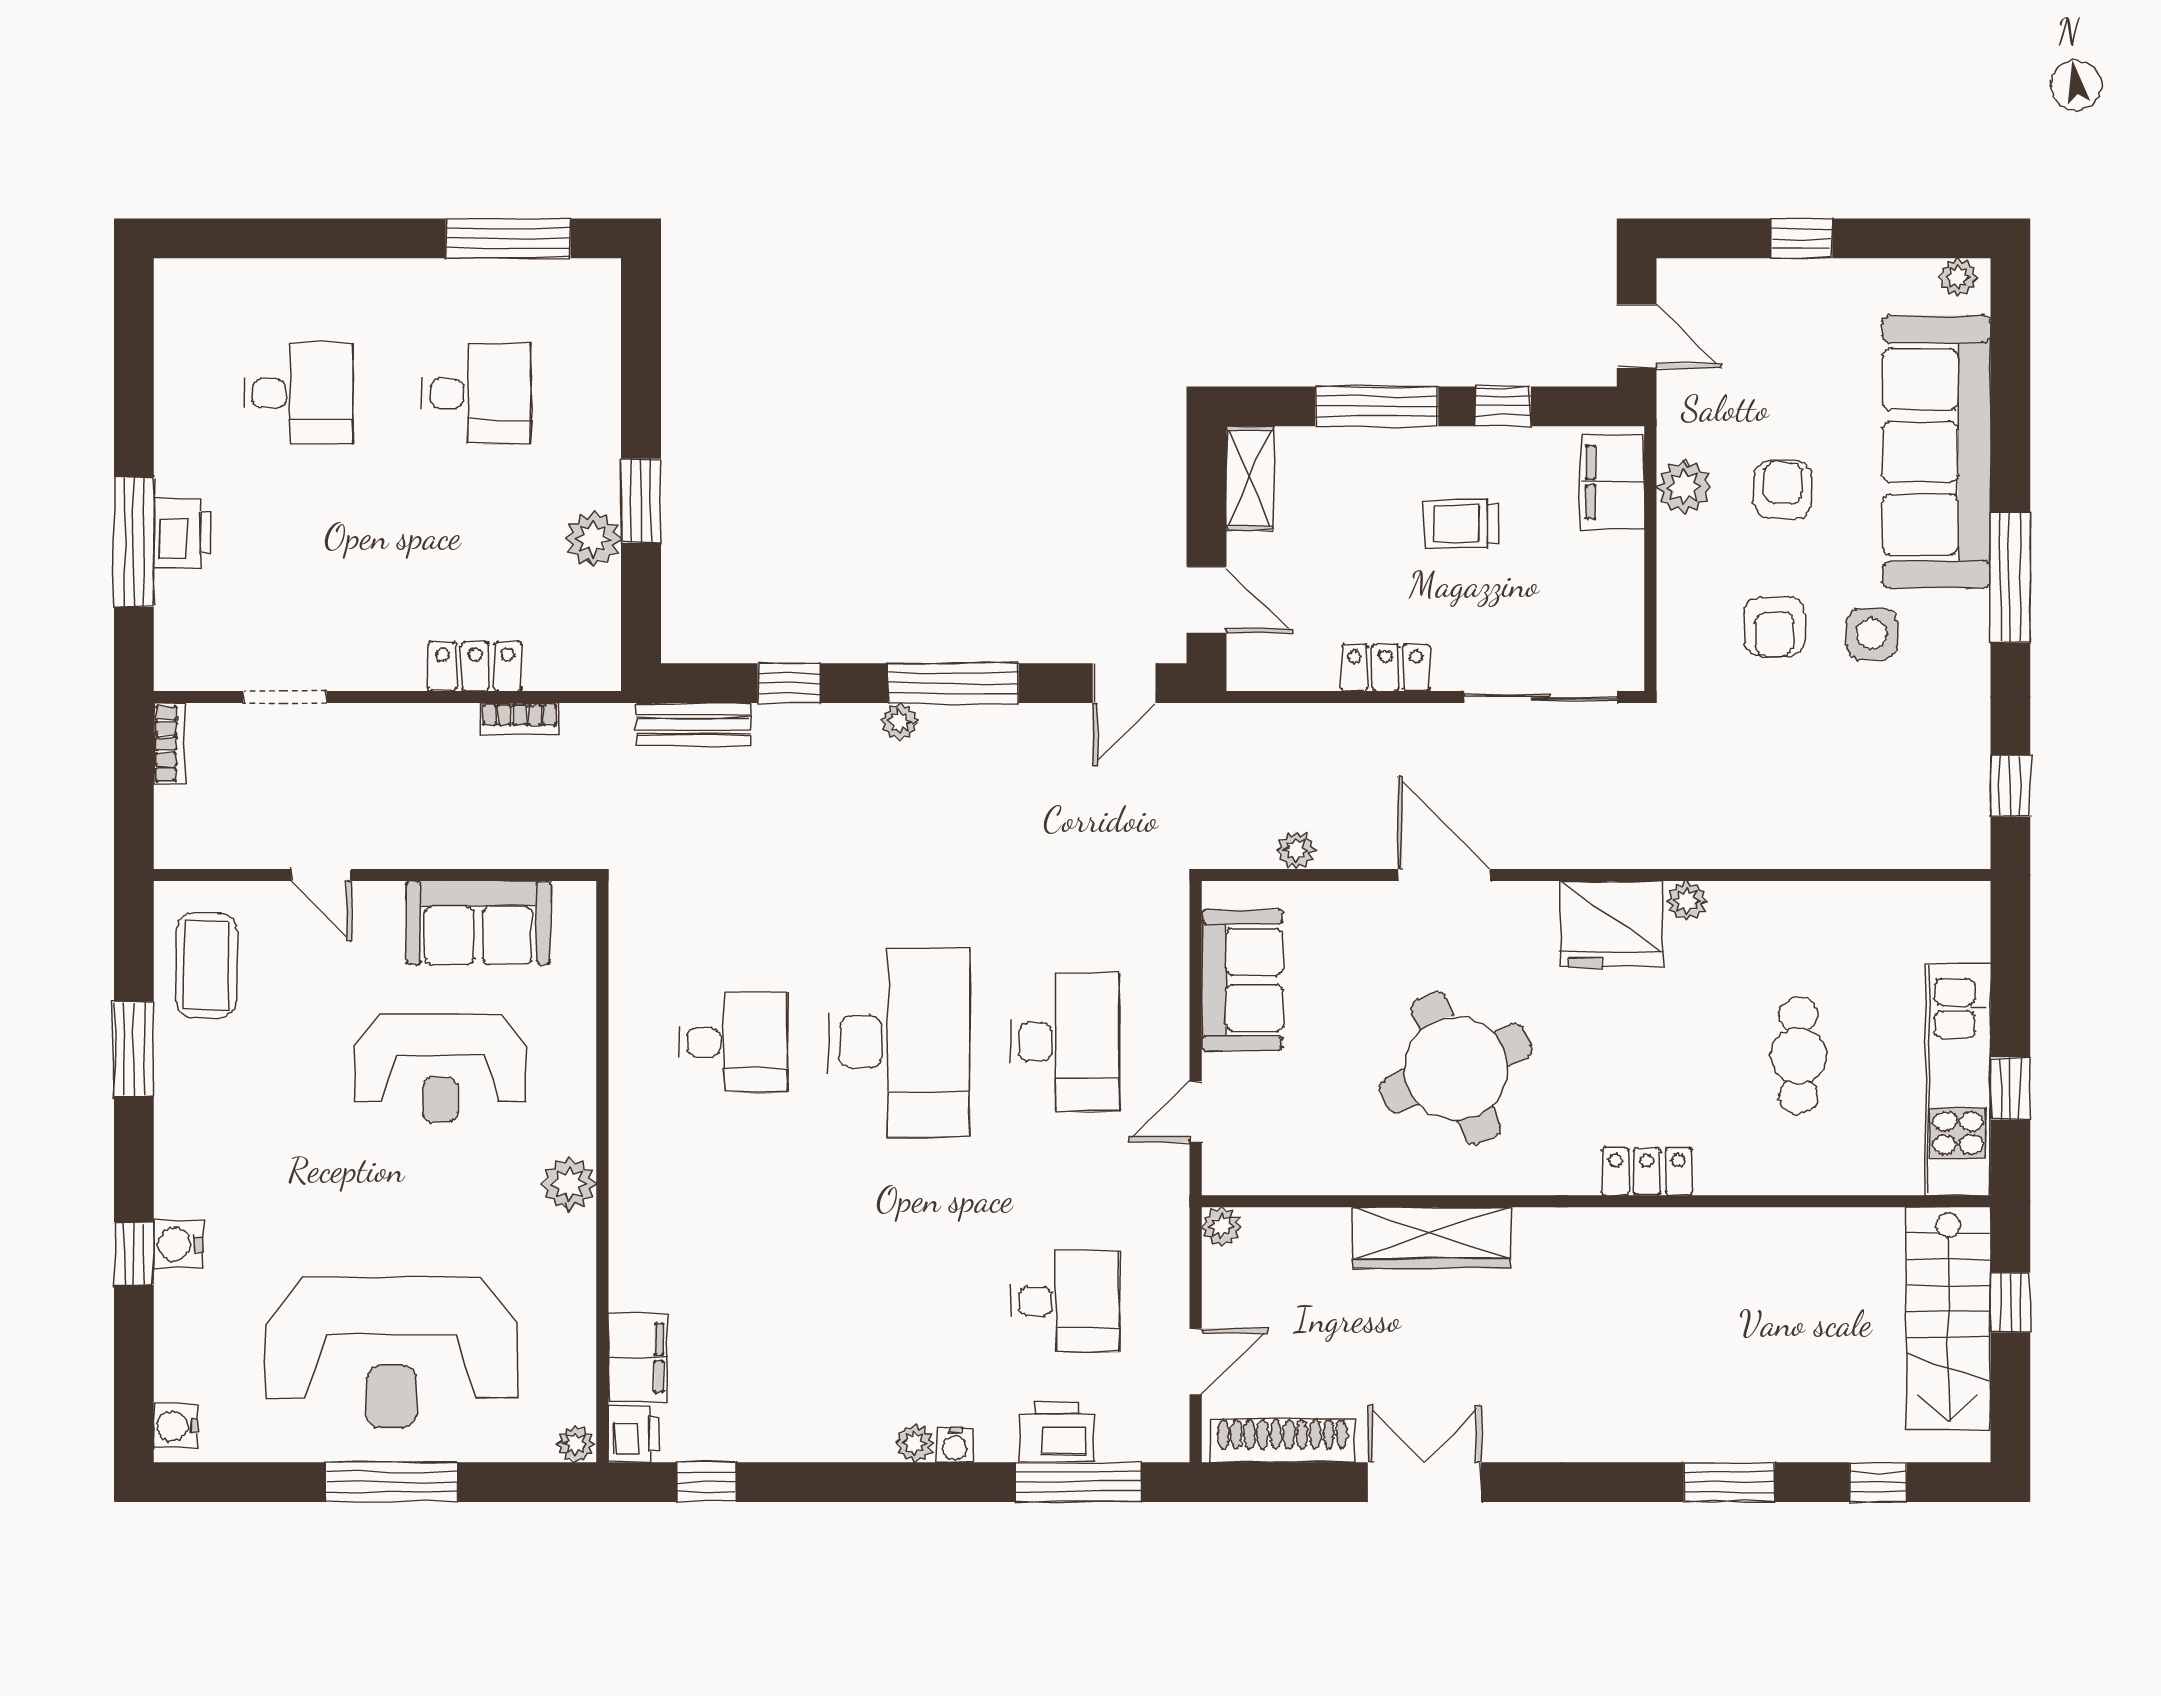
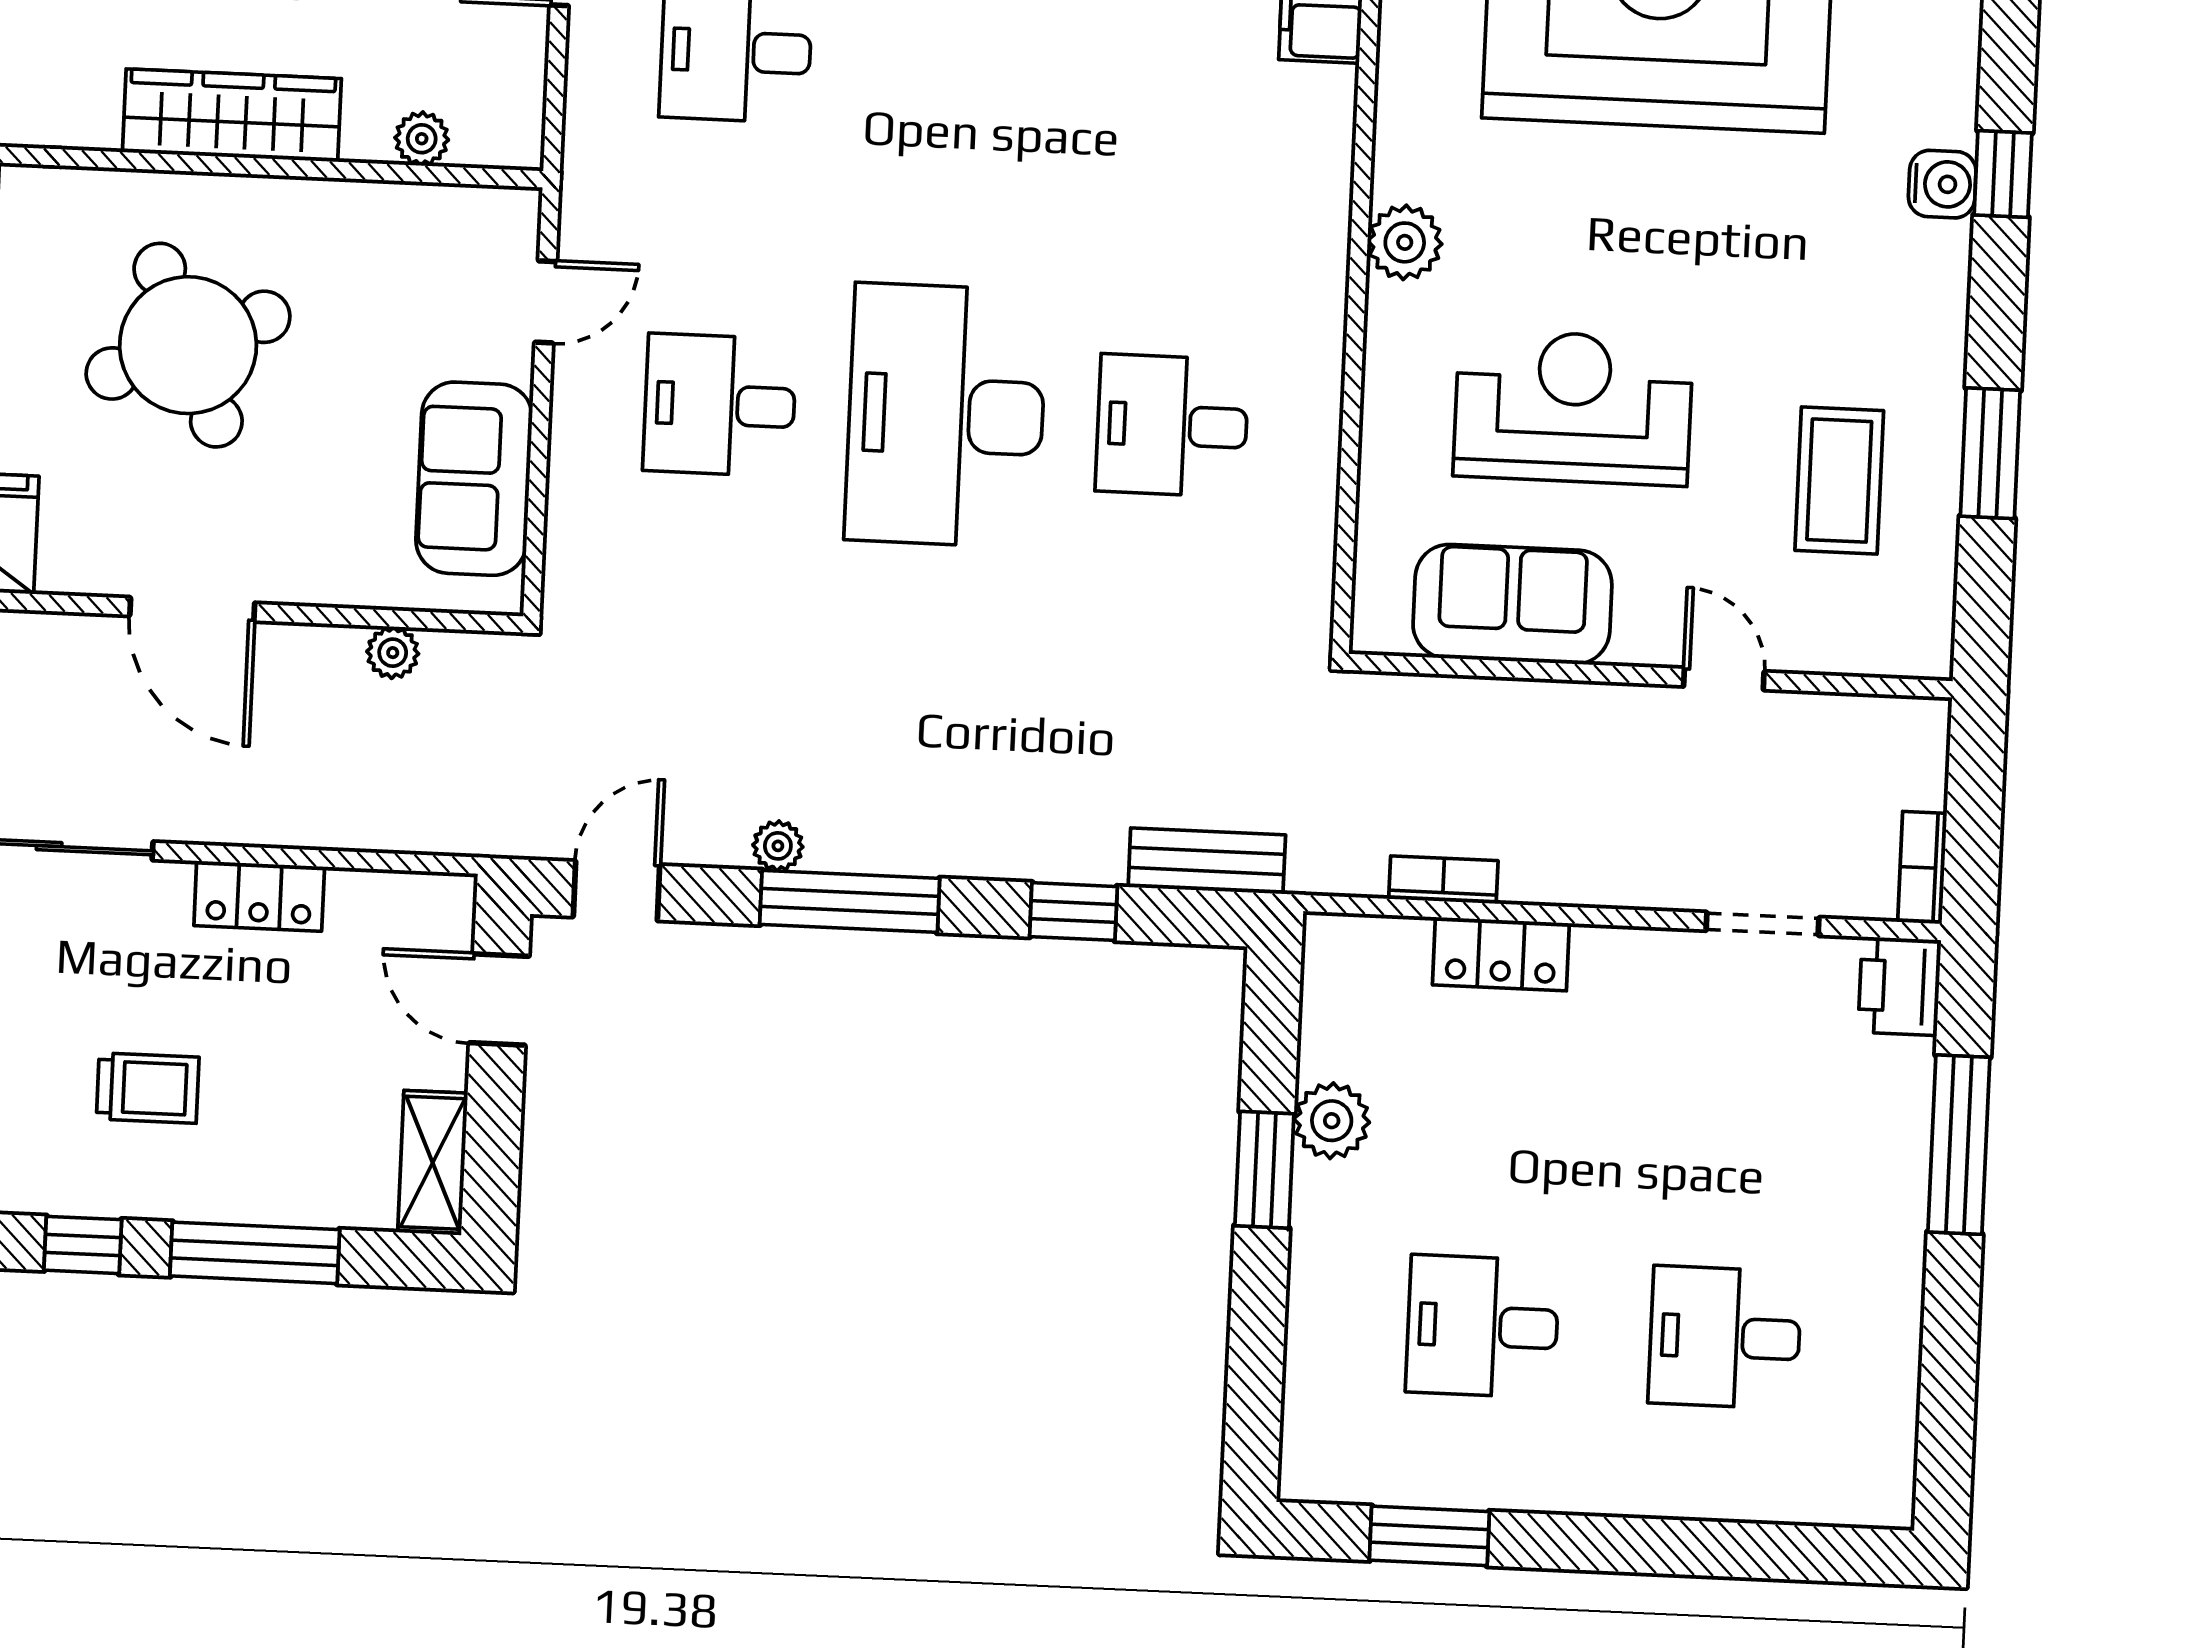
window: (508, 238) -> (1429, 1536), width x0.69
printer: (183, 532) -> (1899, 986), moved
plant: (900, 721) -> (778, 846), moved
coffee table: (206, 966) -> (1839, 481), moved
desk: (1065, 1042) -> (720, 405), width x0.73
plant: (1221, 1227) -> (422, 139), moved

